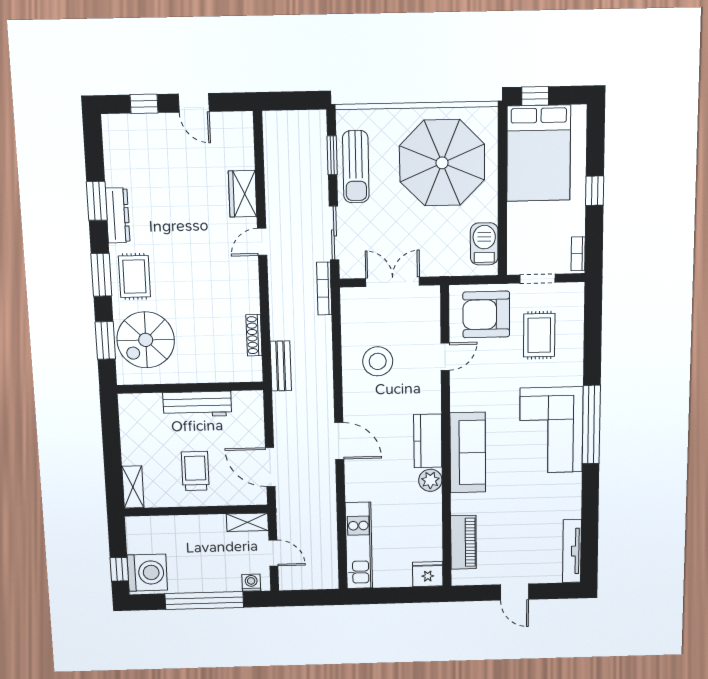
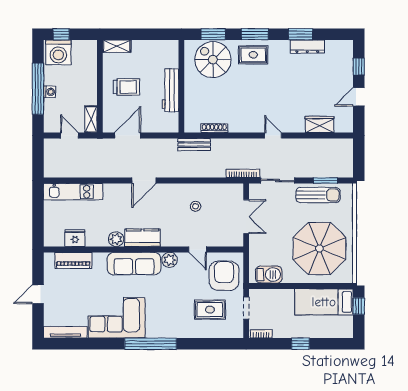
bed: (539, 153) -> (324, 302), width x0.67
sun lounger: (356, 167) -> (318, 195), turned 180
wardrobe: (243, 194) -> (319, 124), moved
dresser: (118, 215) -> (307, 46), moved
stool: (378, 361) -> (196, 206), width x0.53, depth x0.53
plant: (462, 399) -> (170, 260), added
corner sofa: (551, 430) -> (117, 318), moved
door: (273, 553) -> (69, 135), swing flipped
fridge: (428, 574) -> (75, 238), moved, turned -90
washing machine: (251, 583) -> (49, 92), moved

